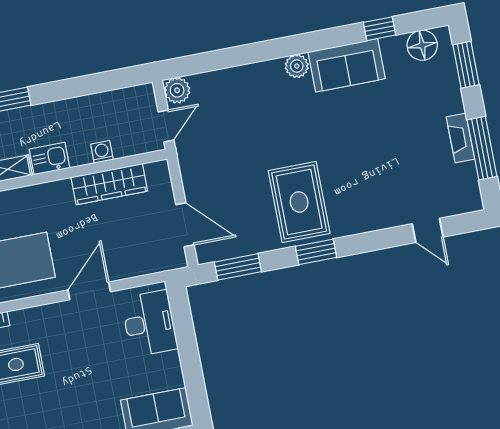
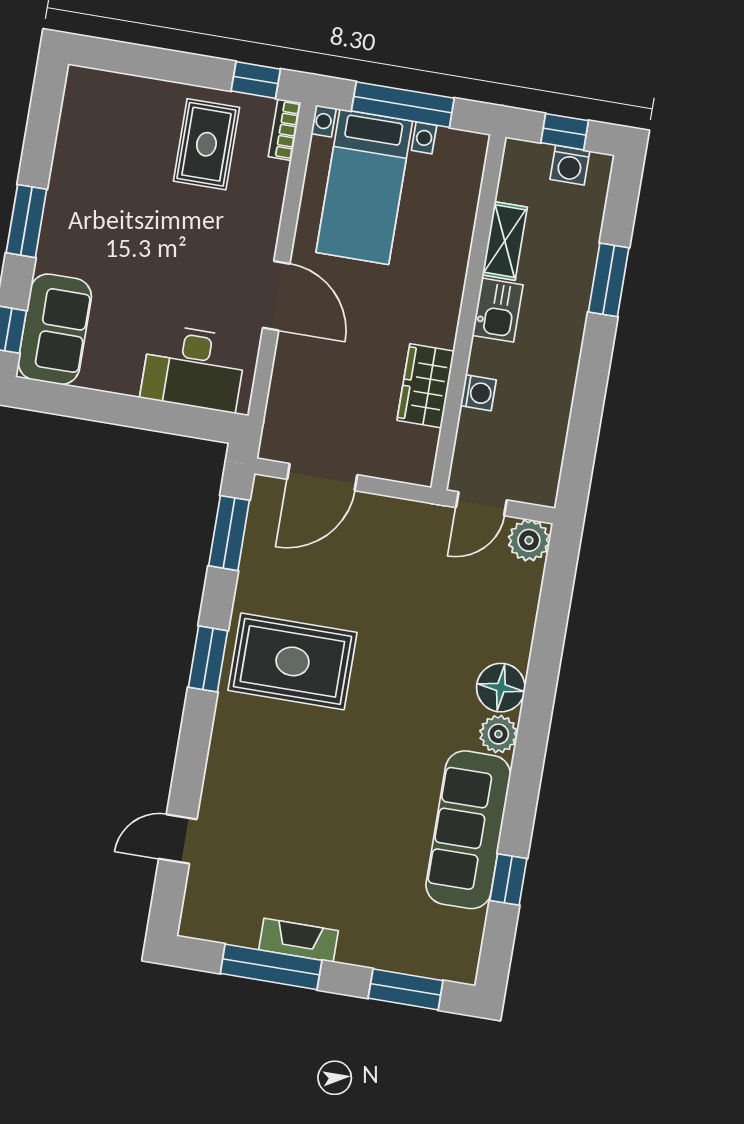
floor lamp: (422, 45) -> (501, 688), moved
sofa: (347, 65) -> (468, 830), width x1.36
door: (166, 126) -> (481, 504), hinge flipped
wardrobe: (109, 184) -> (426, 386), width x0.67

